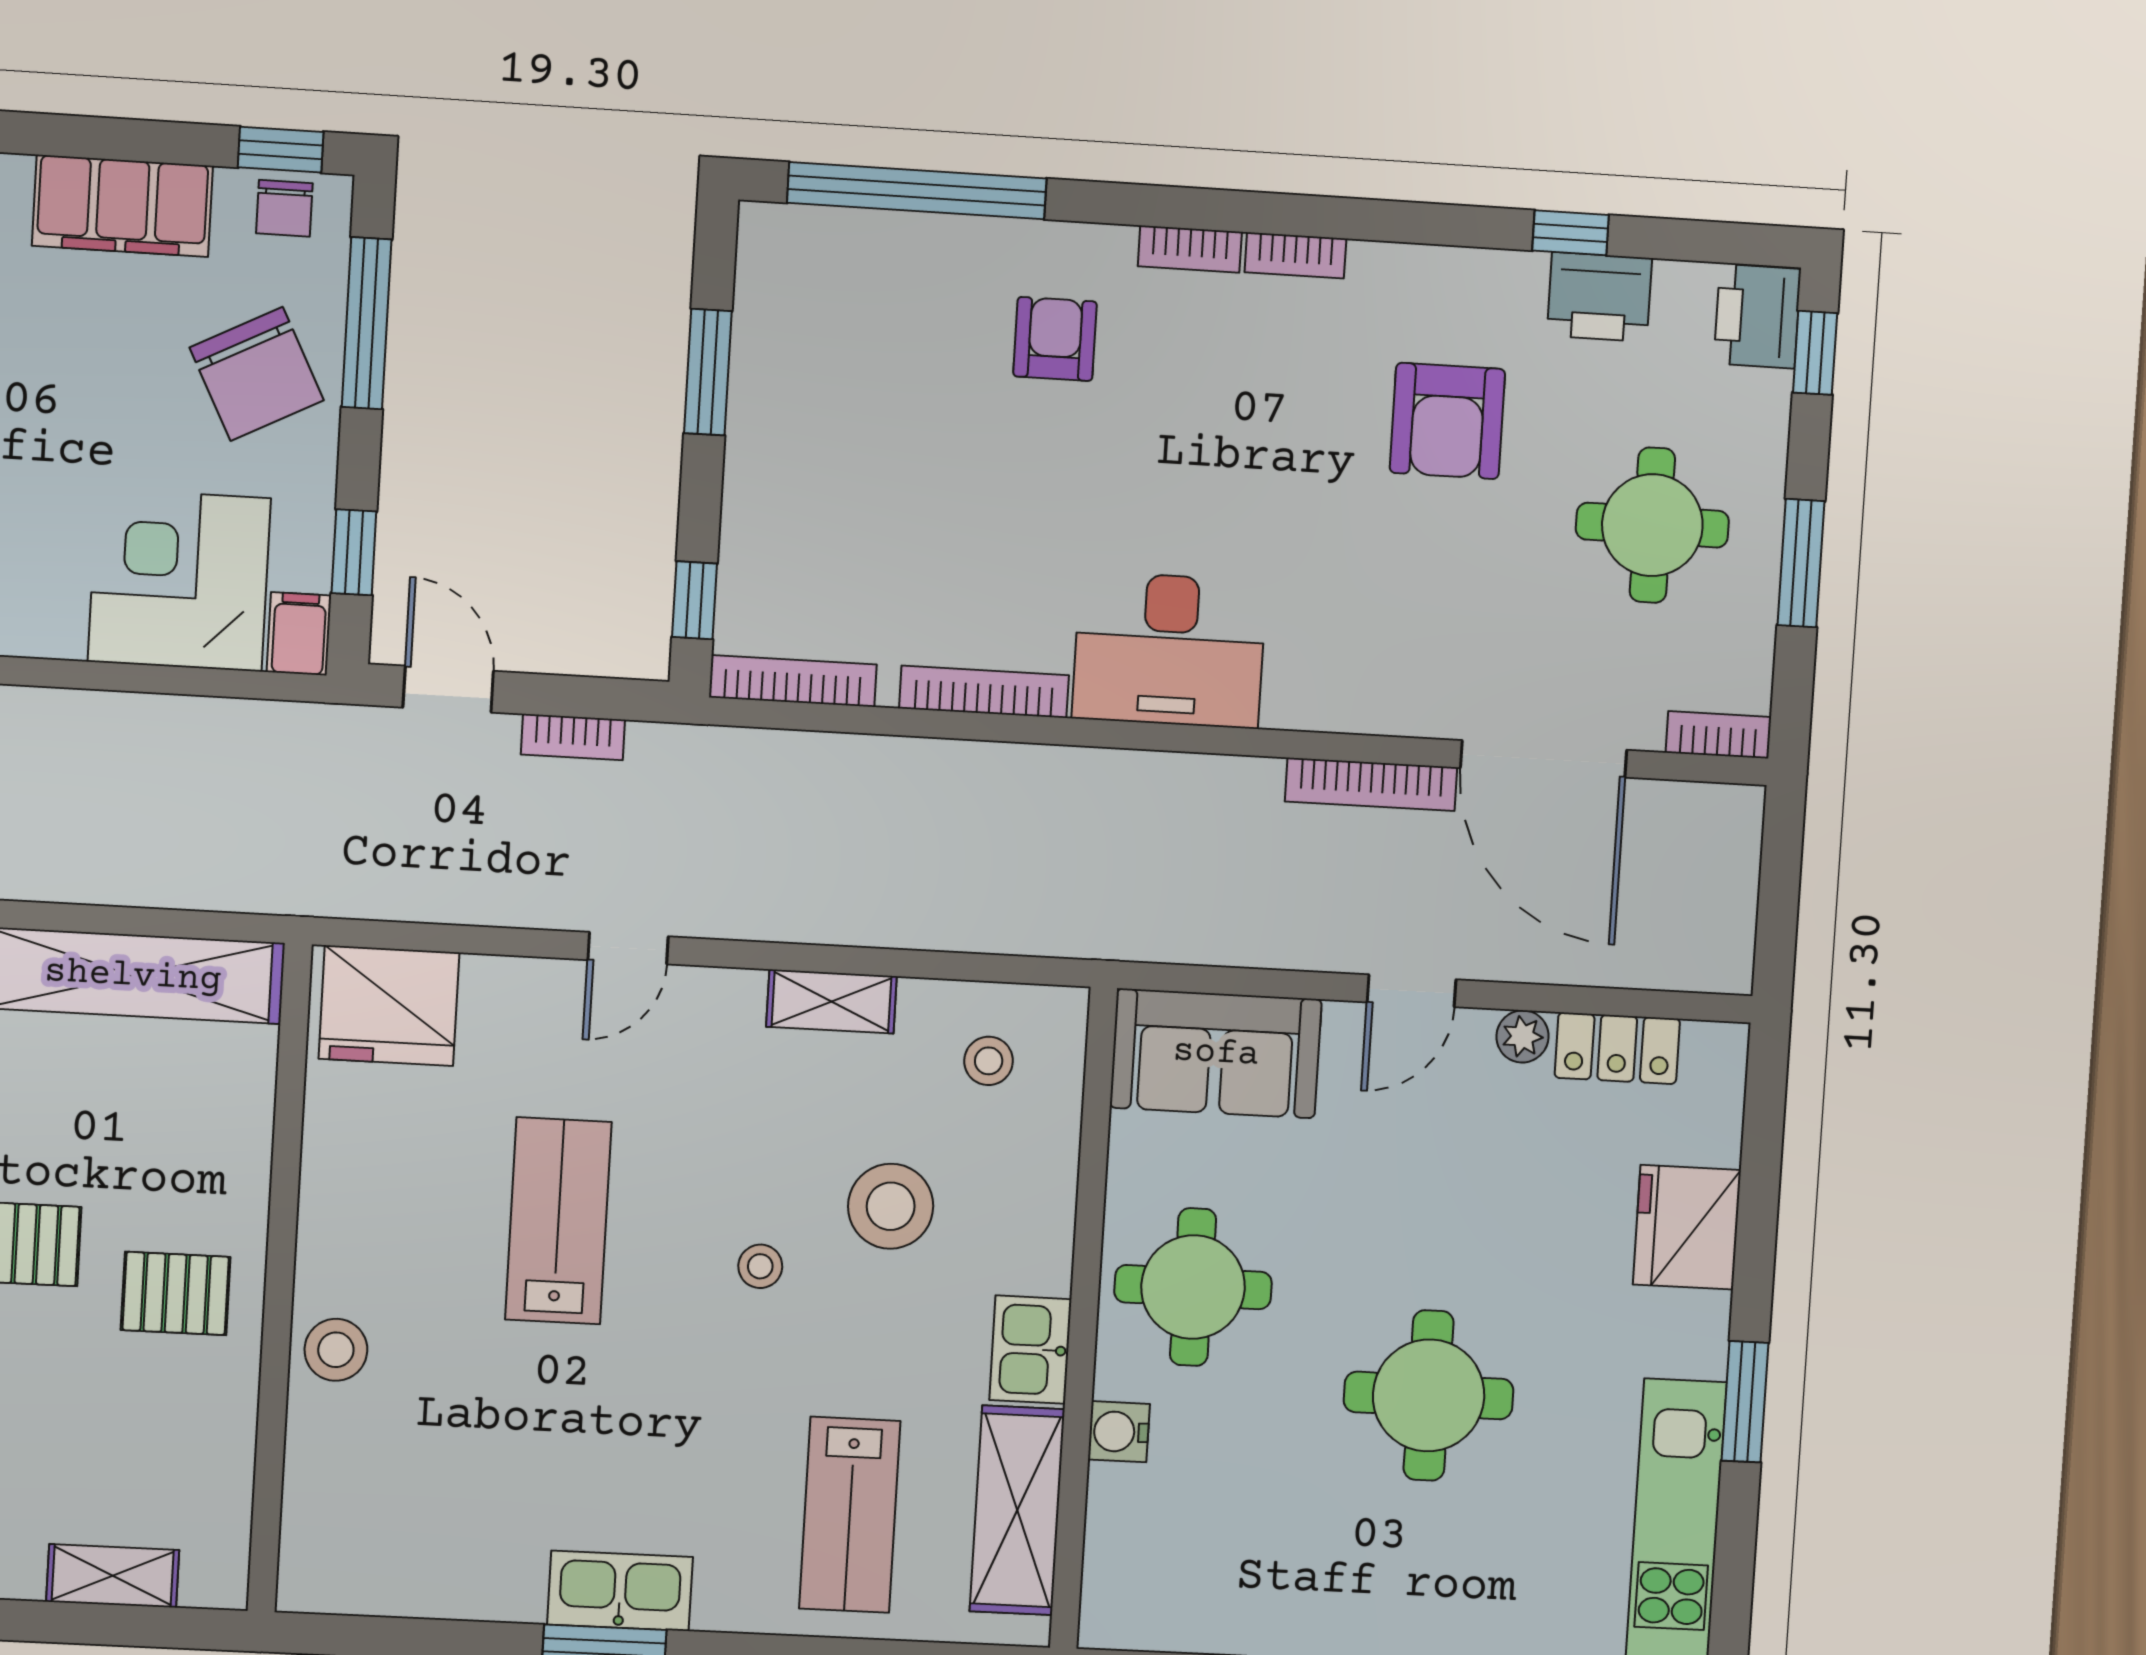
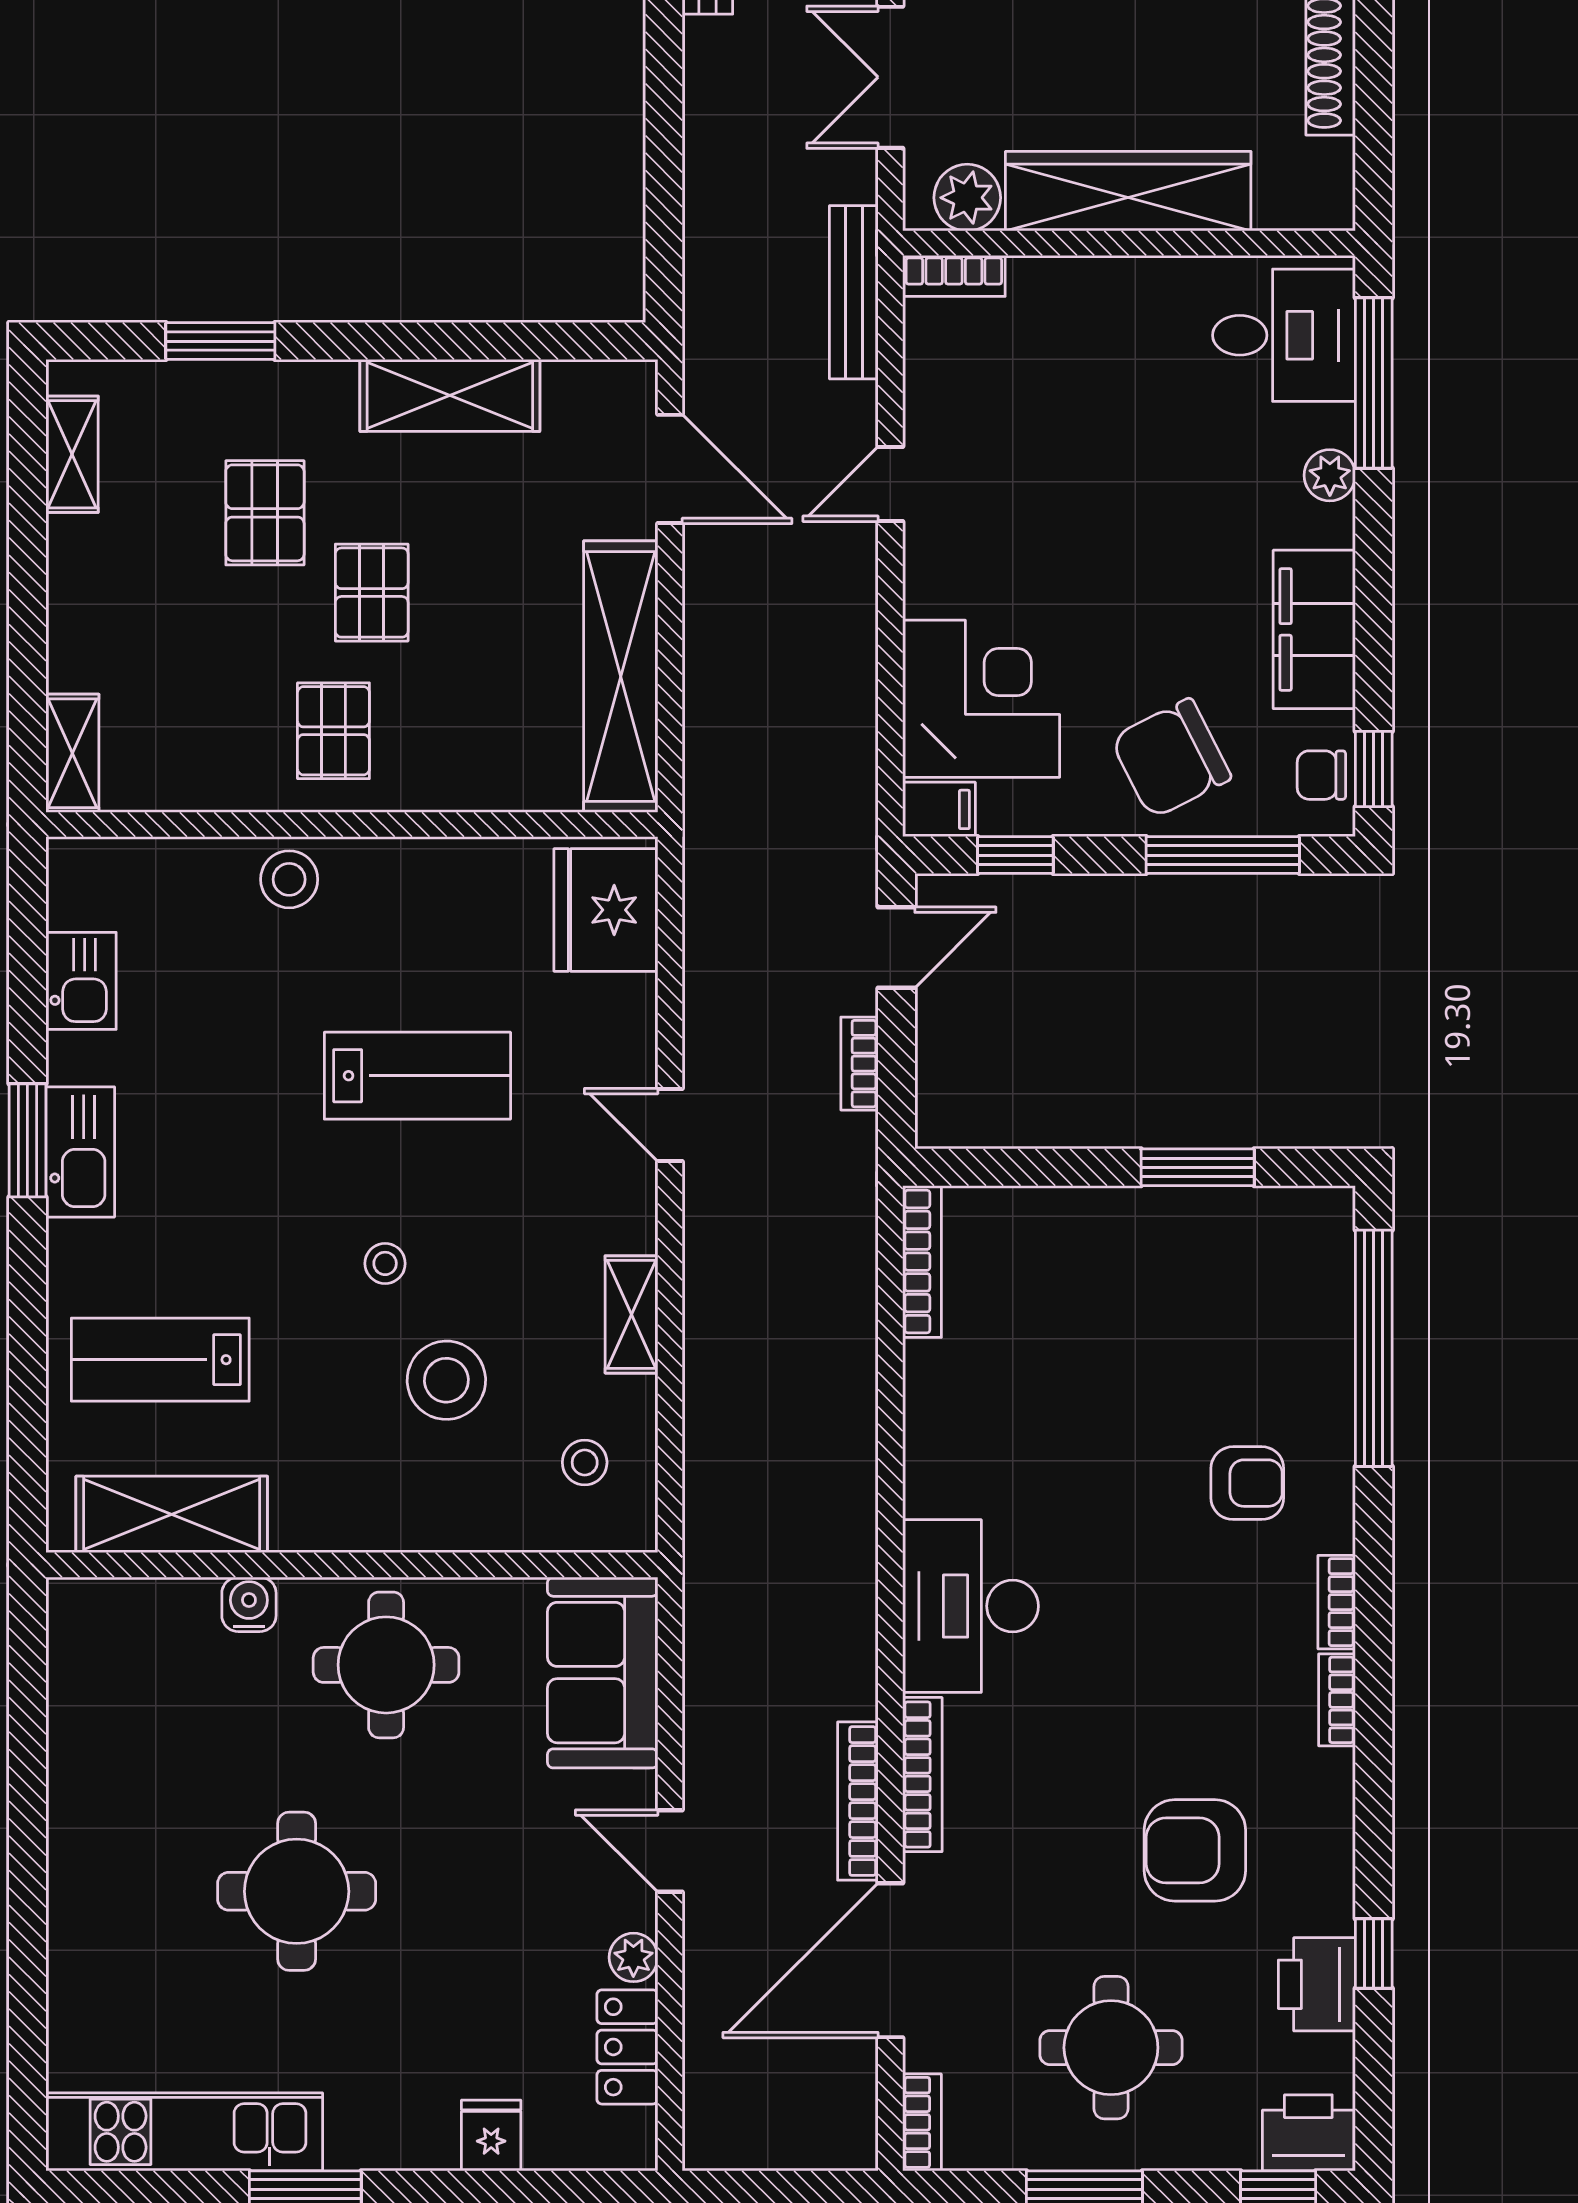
window: (694, 600) -> (990, 1167), removed
bookcase: (984, 692) -> (922, 1775), moved
fridge: (1687, 1227) -> (491, 2135), width x0.53, depth x0.75
kitchen sink: (1030, 1350) -> (81, 981), moved, turned 90
shelving: (113, 1576) -> (72, 753), moved

